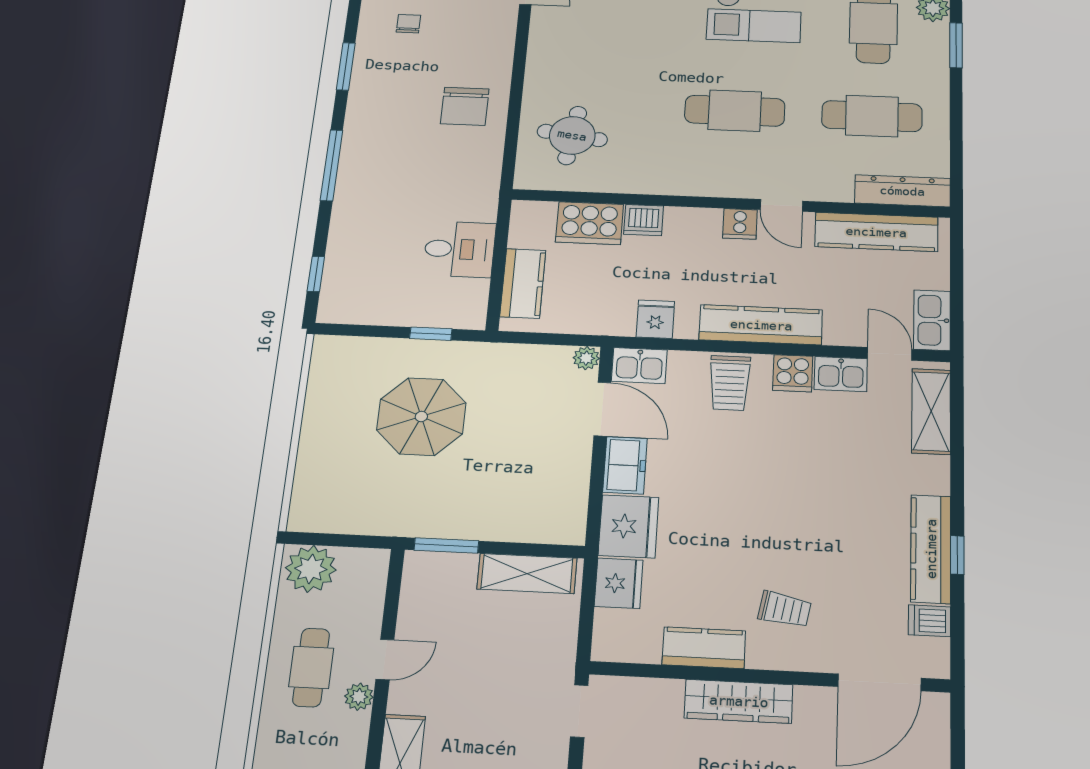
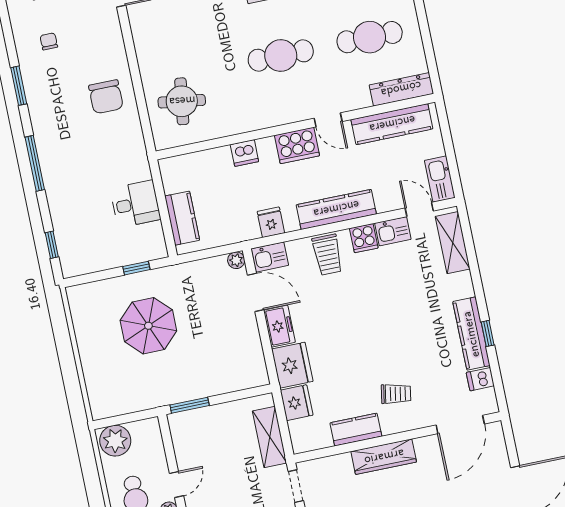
cooker: (590, 223) -> (211, 164), removed
cooker: (740, 224) -> (297, 145), width x1.87, depth x1.31
shelving: (527, 574) -> (270, 437), moved, turned 90

